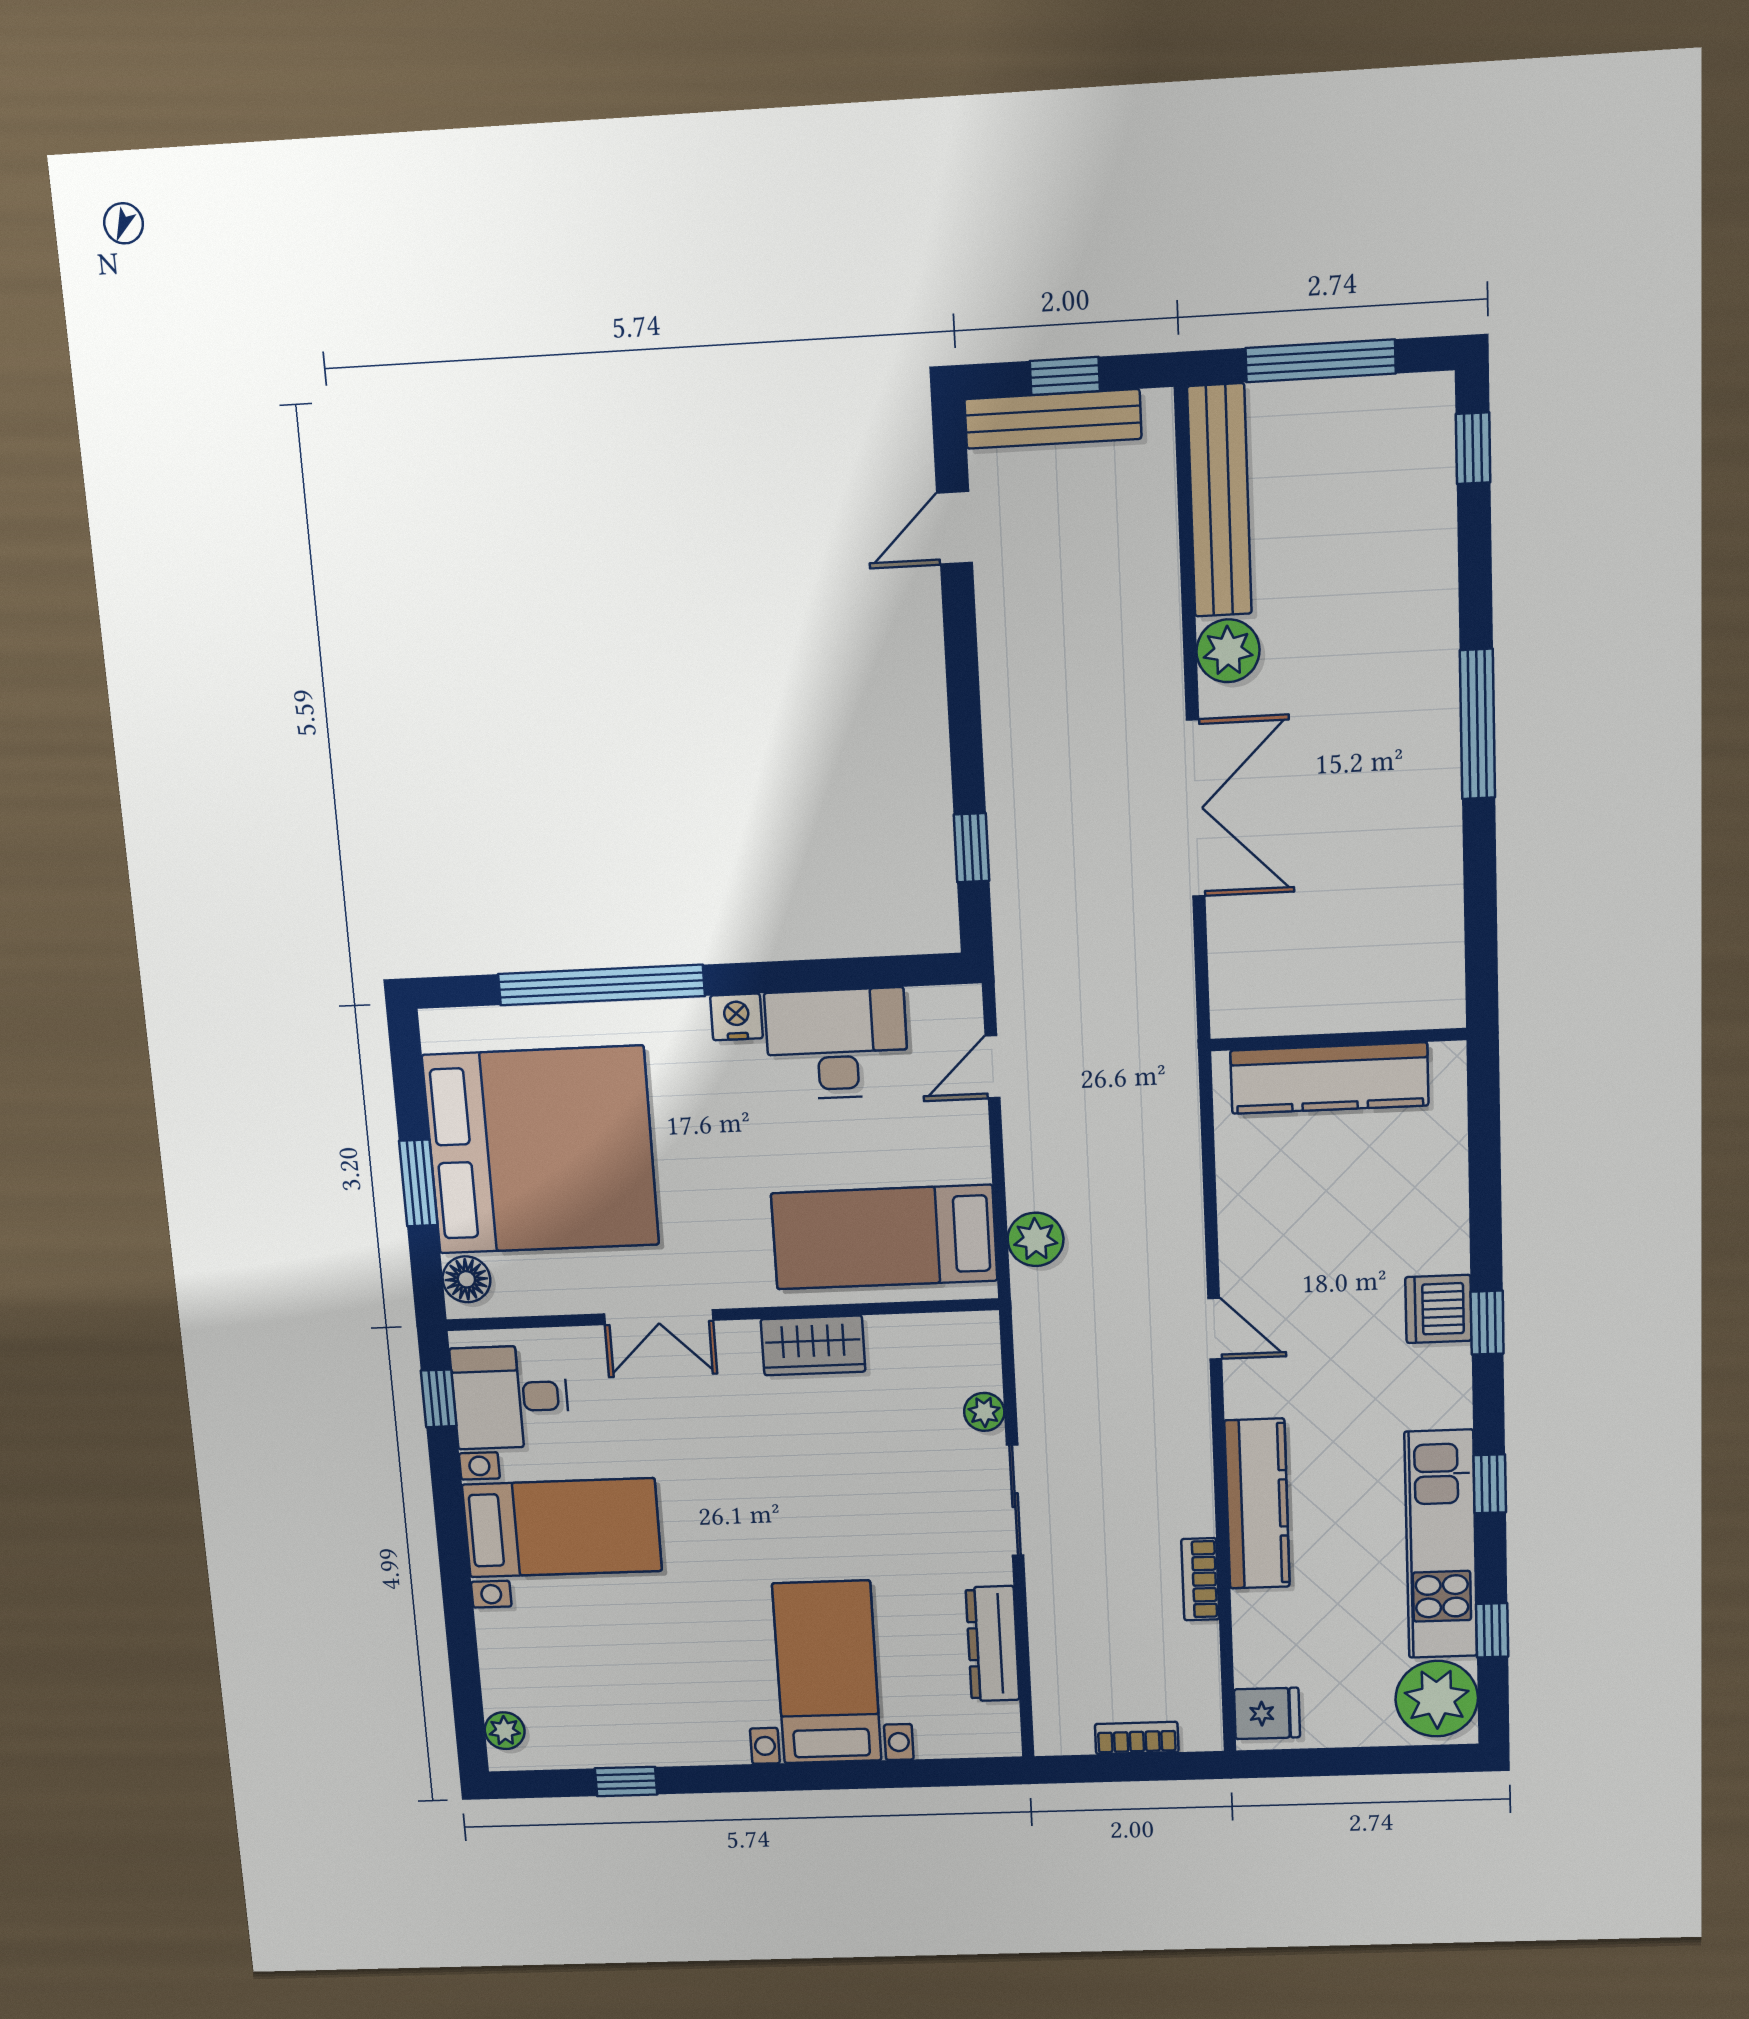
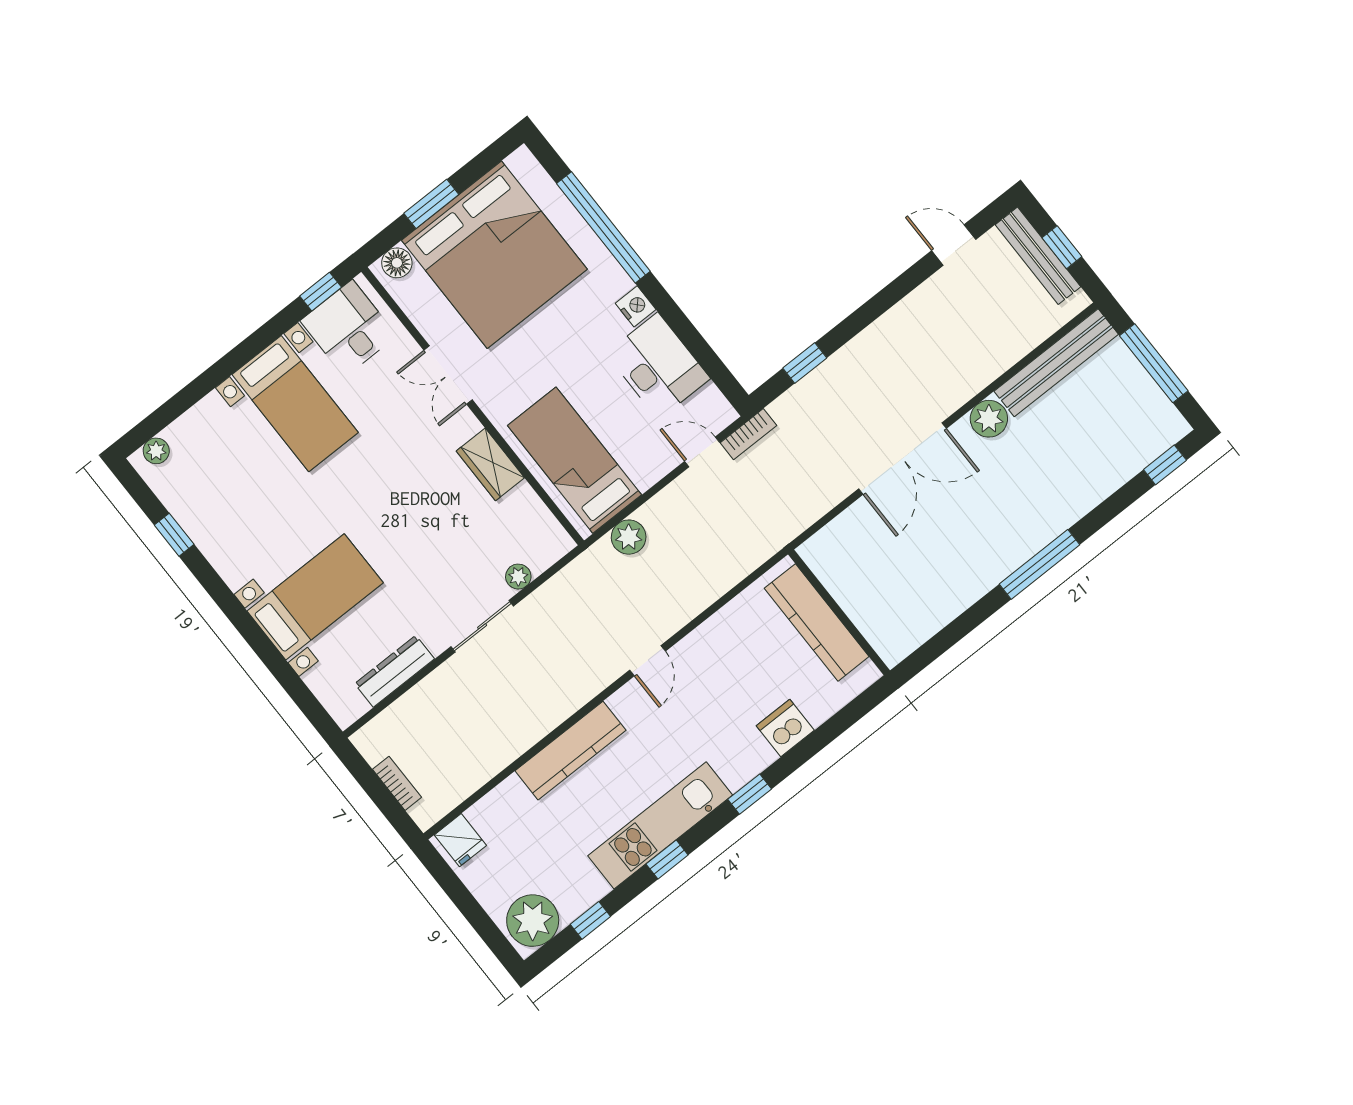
dishwasher: (1439, 1309) -> (785, 728), moved
kitchen unit: (1441, 1544) -> (660, 825), moved
bookcase: (1200, 1579) -> (748, 434), moved, turned 180

